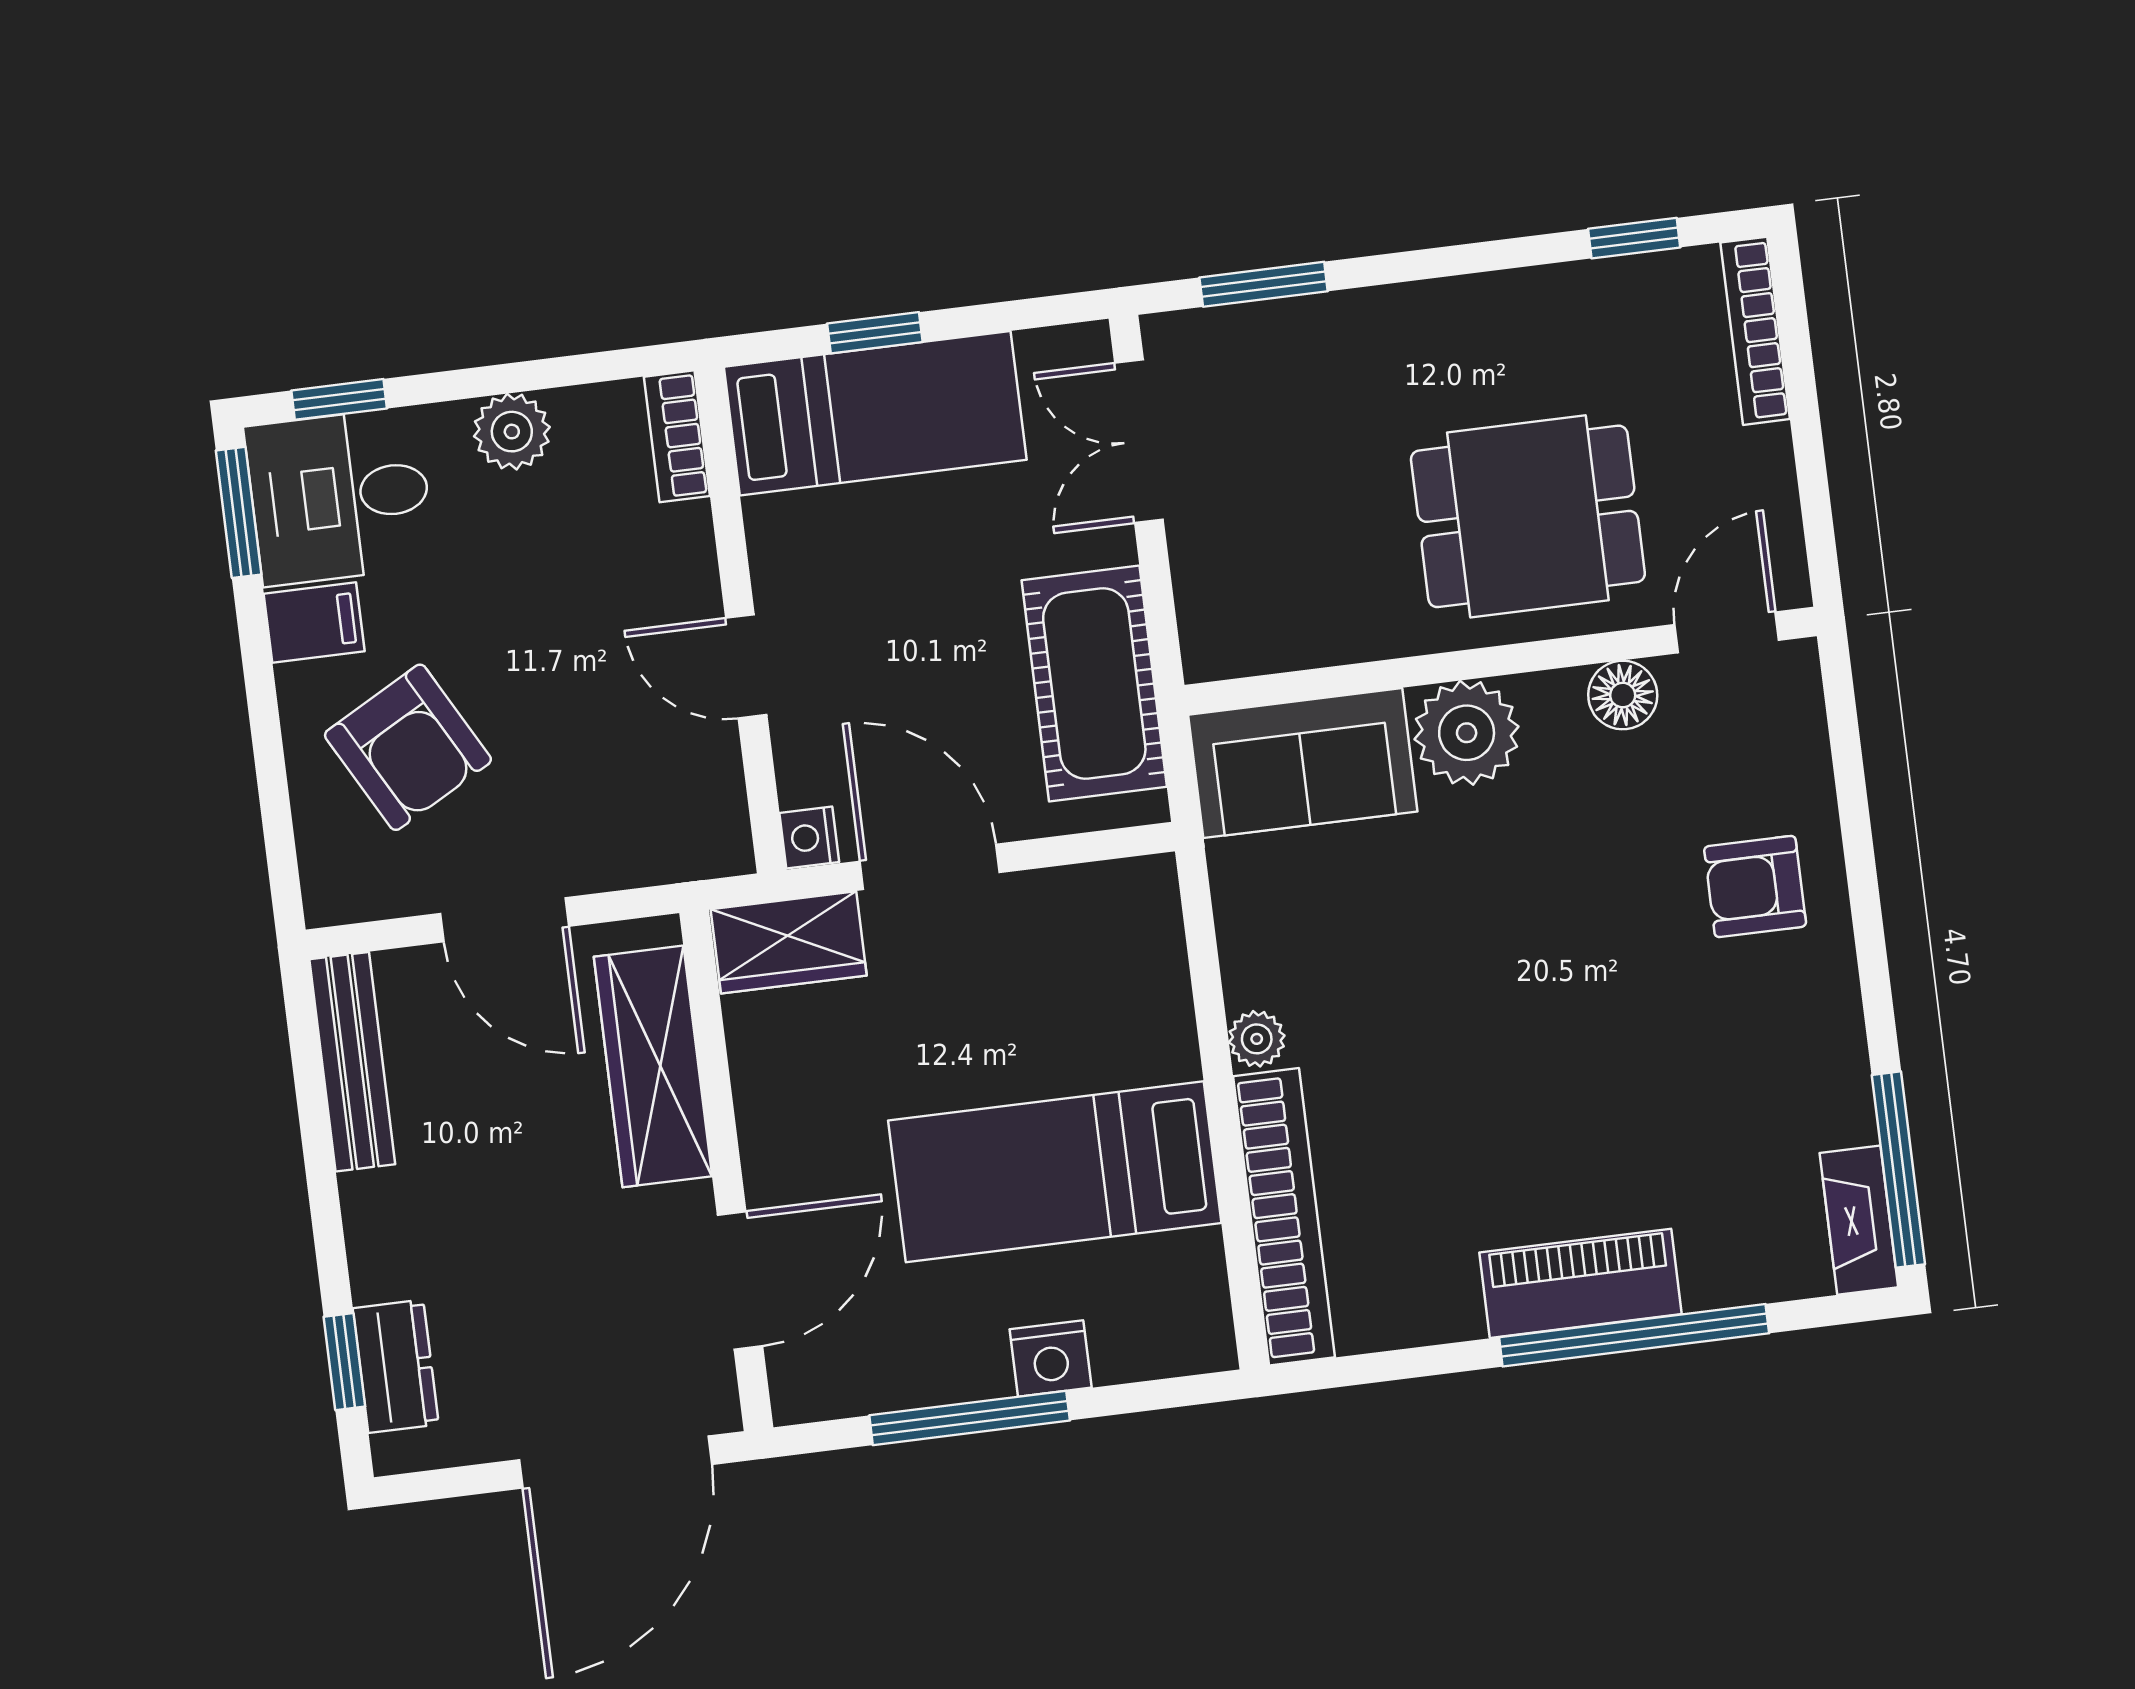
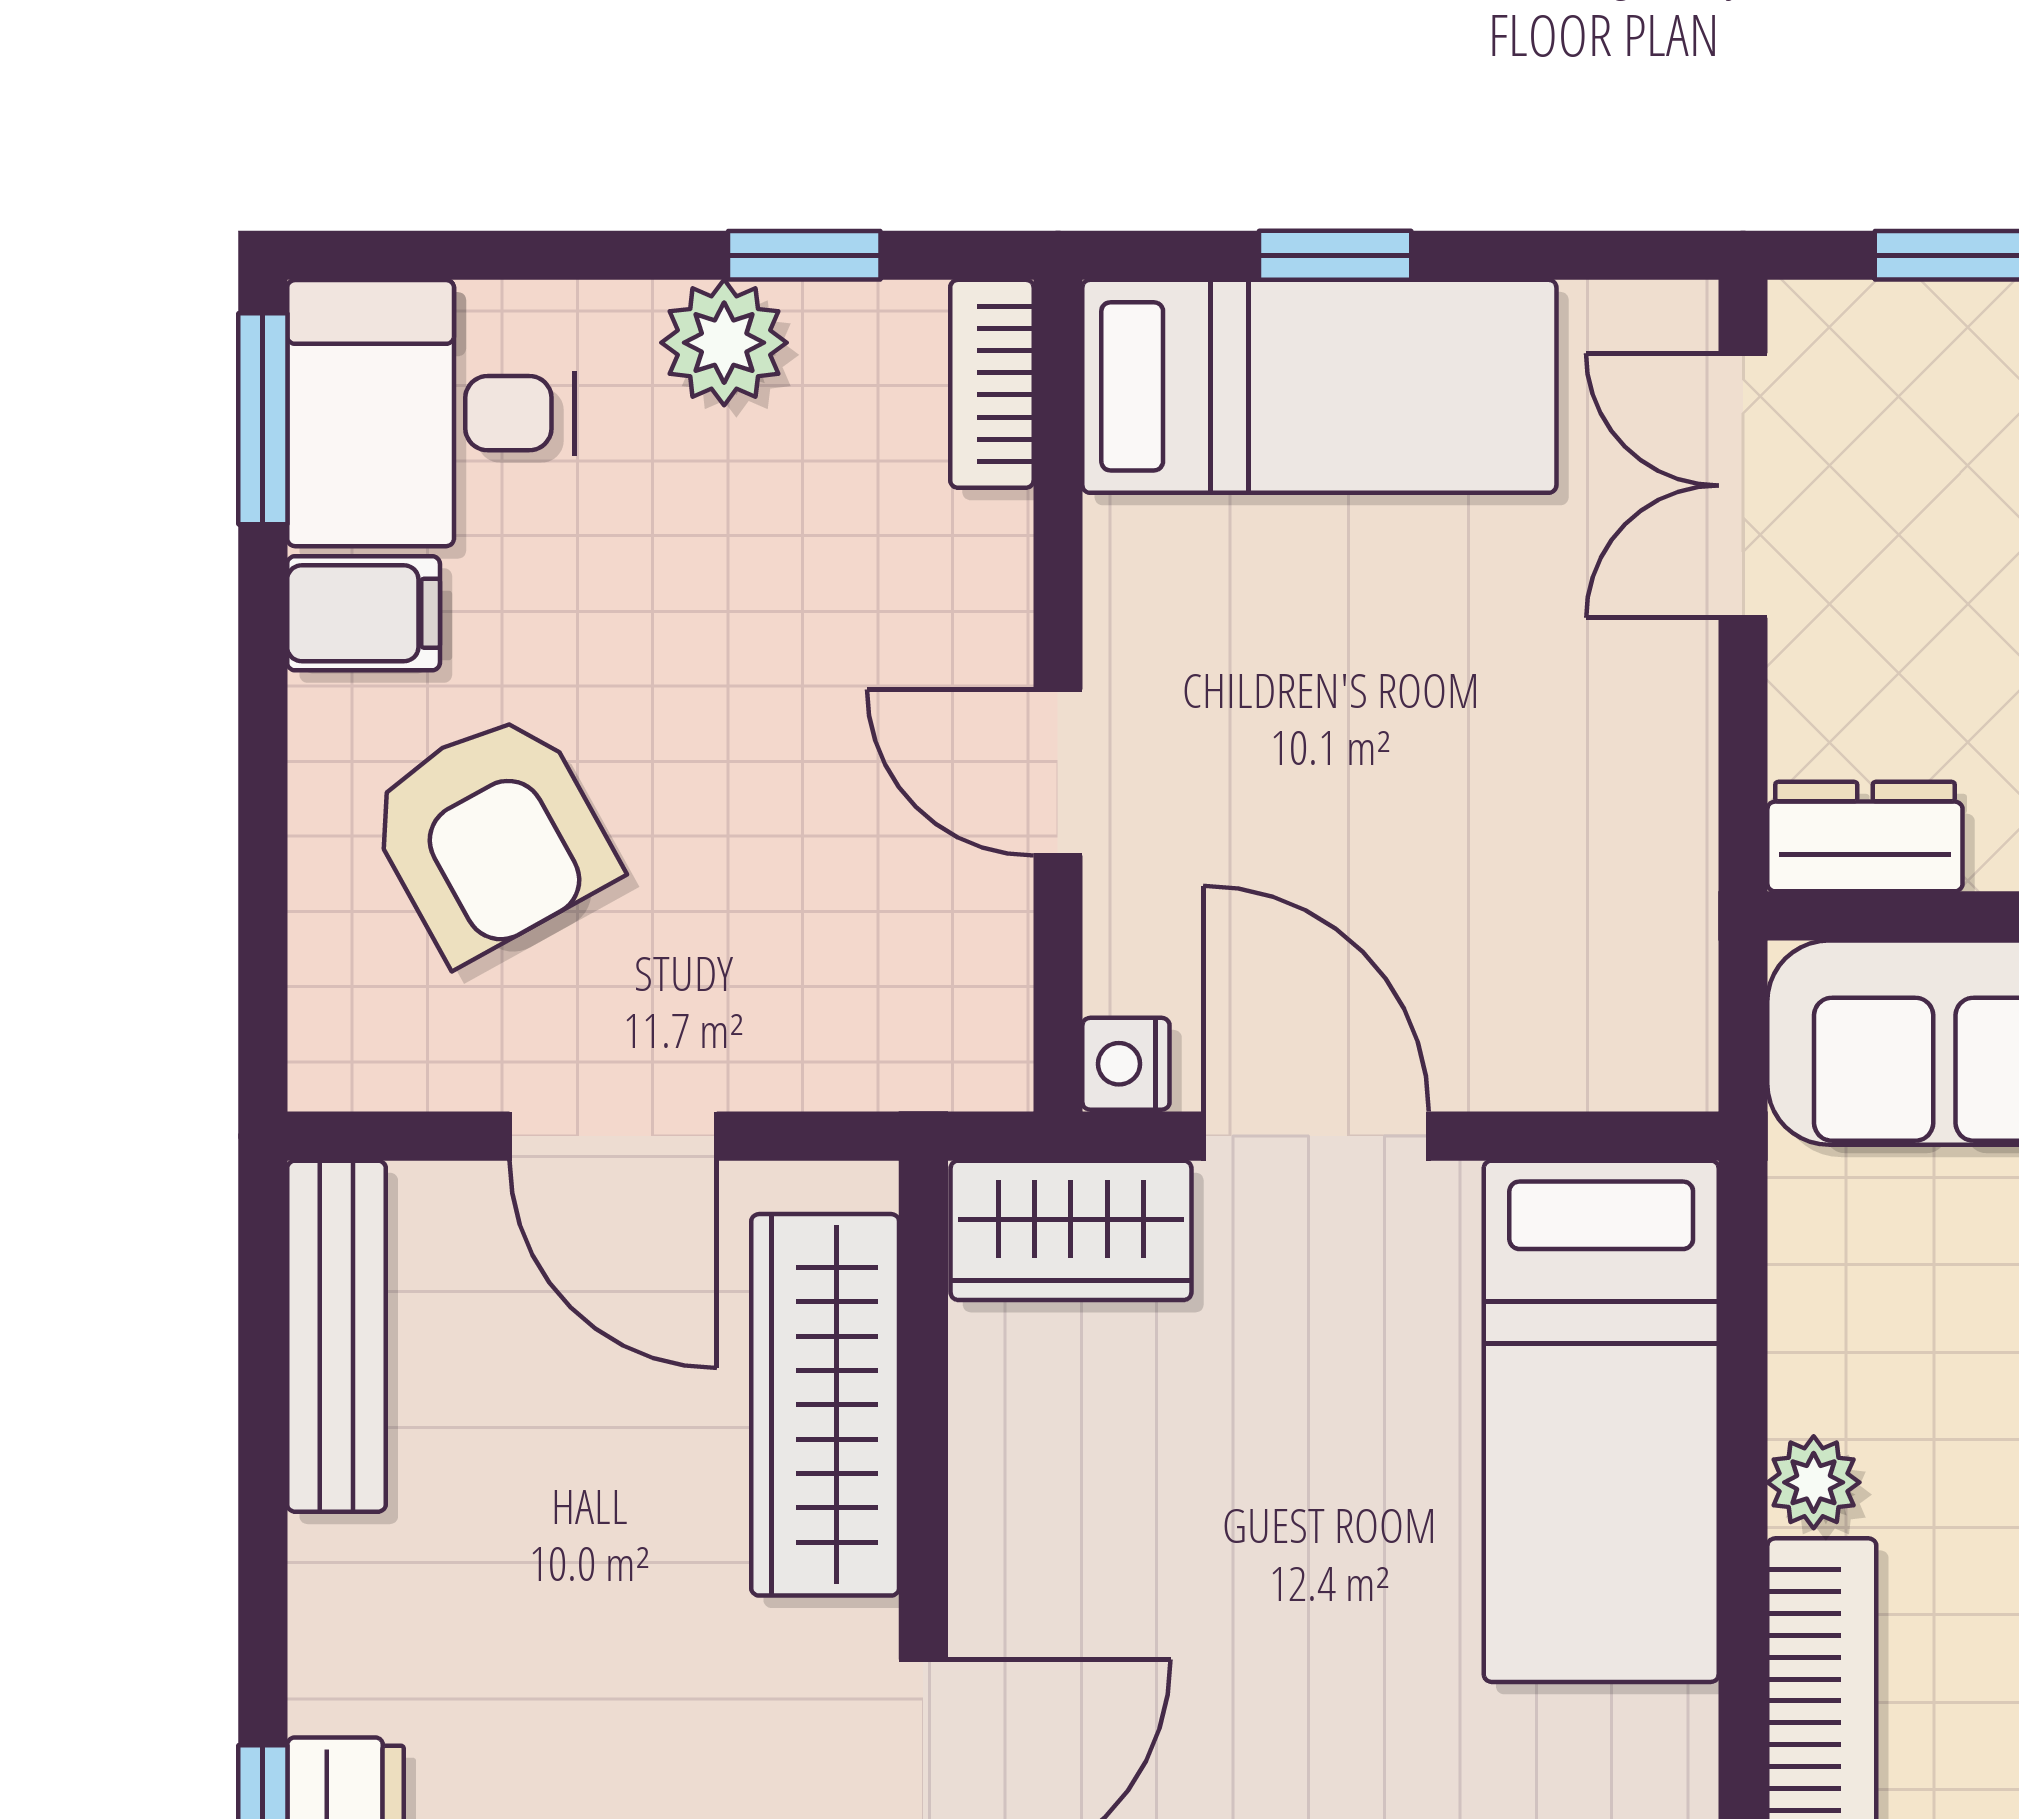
window: (339, 399) -> (804, 255), moved
dresser: (1239, 644) -> (1865, 837), added
cot: (1094, 683) -> (1621, 871), removed
bed: (1055, 1172) -> (1601, 1421), moved, turned -90

